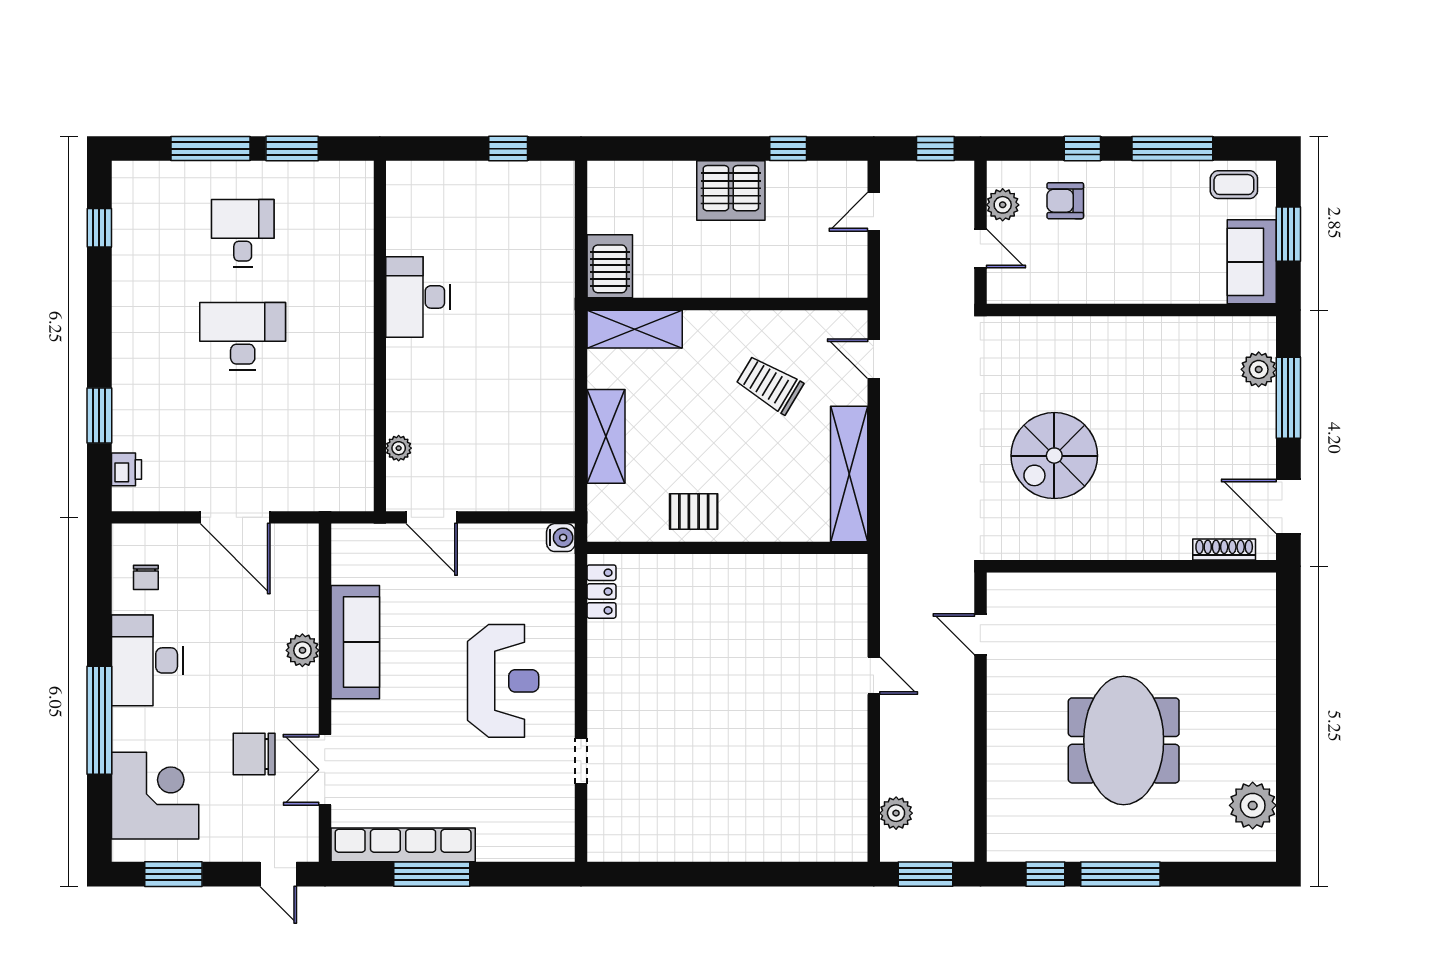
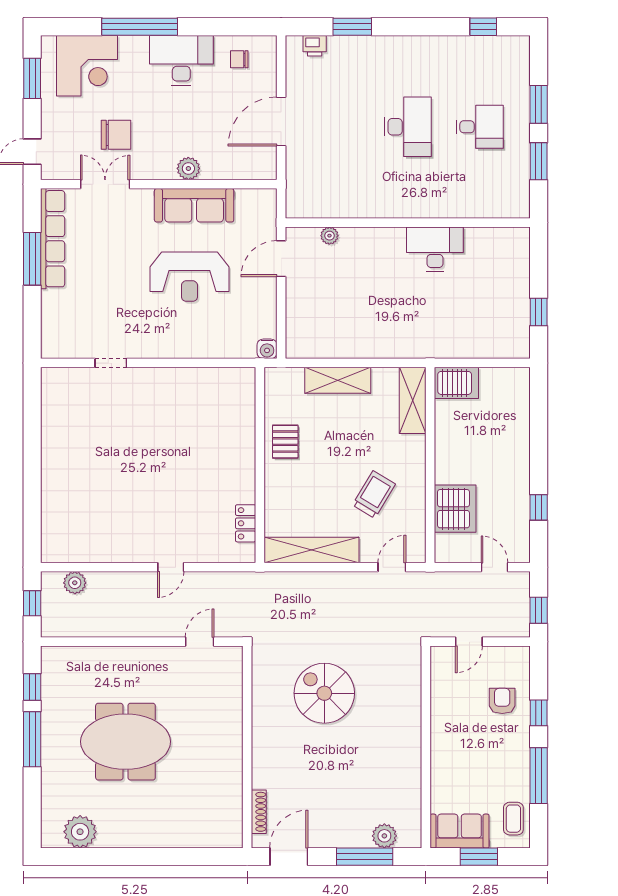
window: (210, 149) -> (539, 104), width x0.69
server rack: (731, 191) -> (455, 509), moved, turned 180
plant: (1003, 205) -> (499, 657), removed
locker: (601, 592) -> (246, 523), moved, turned 90
reception desk: (503, 681) -> (189, 277), moved
chair: (254, 754) -> (116, 135), turned 90
window: (925, 874) -> (32, 603), width x0.67

